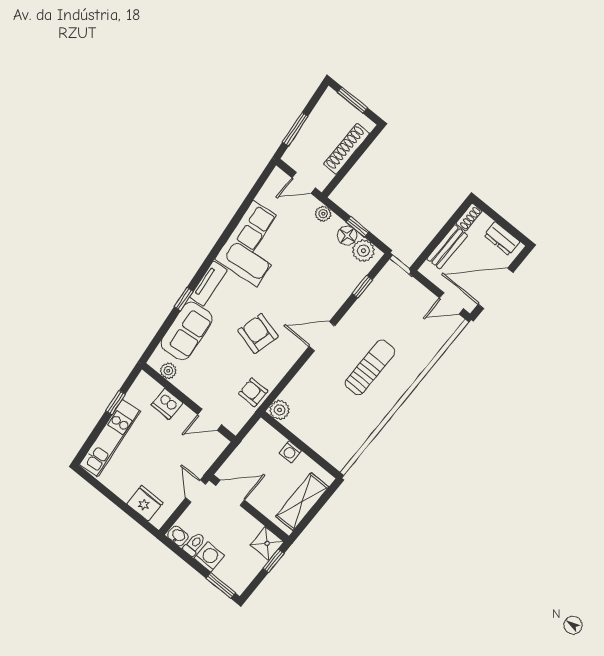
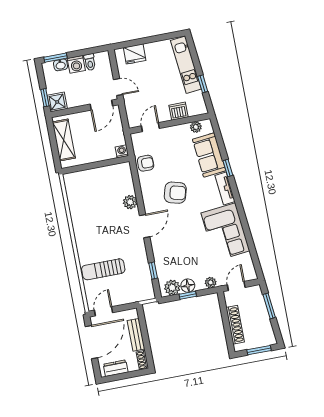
sun lounger: (370, 367) -> (103, 269), moved, turned 90
plant: (280, 410) -> (130, 202), moved
washing machine: (290, 452) -> (122, 151), moved
washbasin: (178, 536) -> (61, 65), moved

